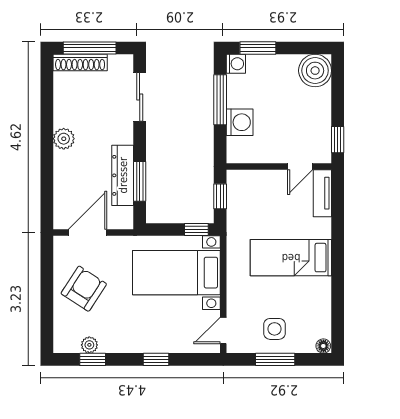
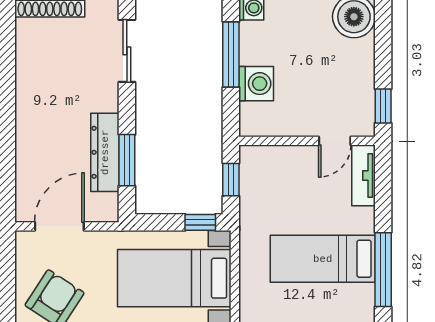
plant: (64, 139) -> (29, 105), removed
window: (338, 266) -> (383, 270), added

